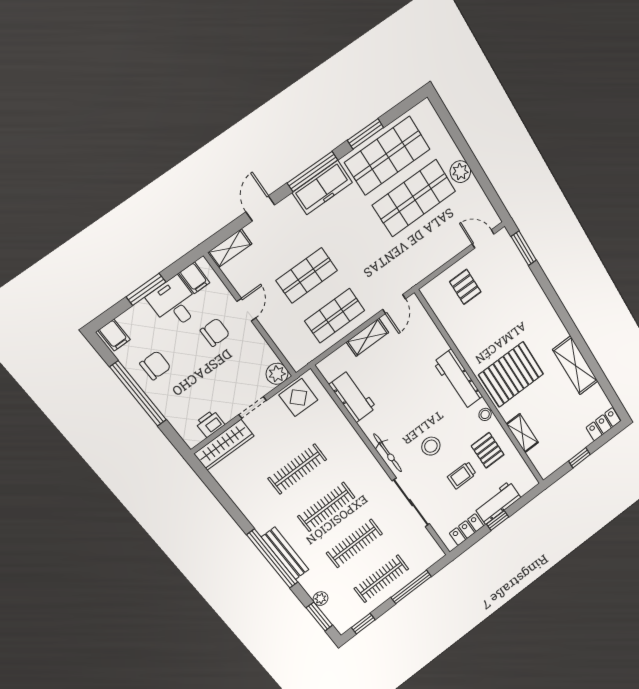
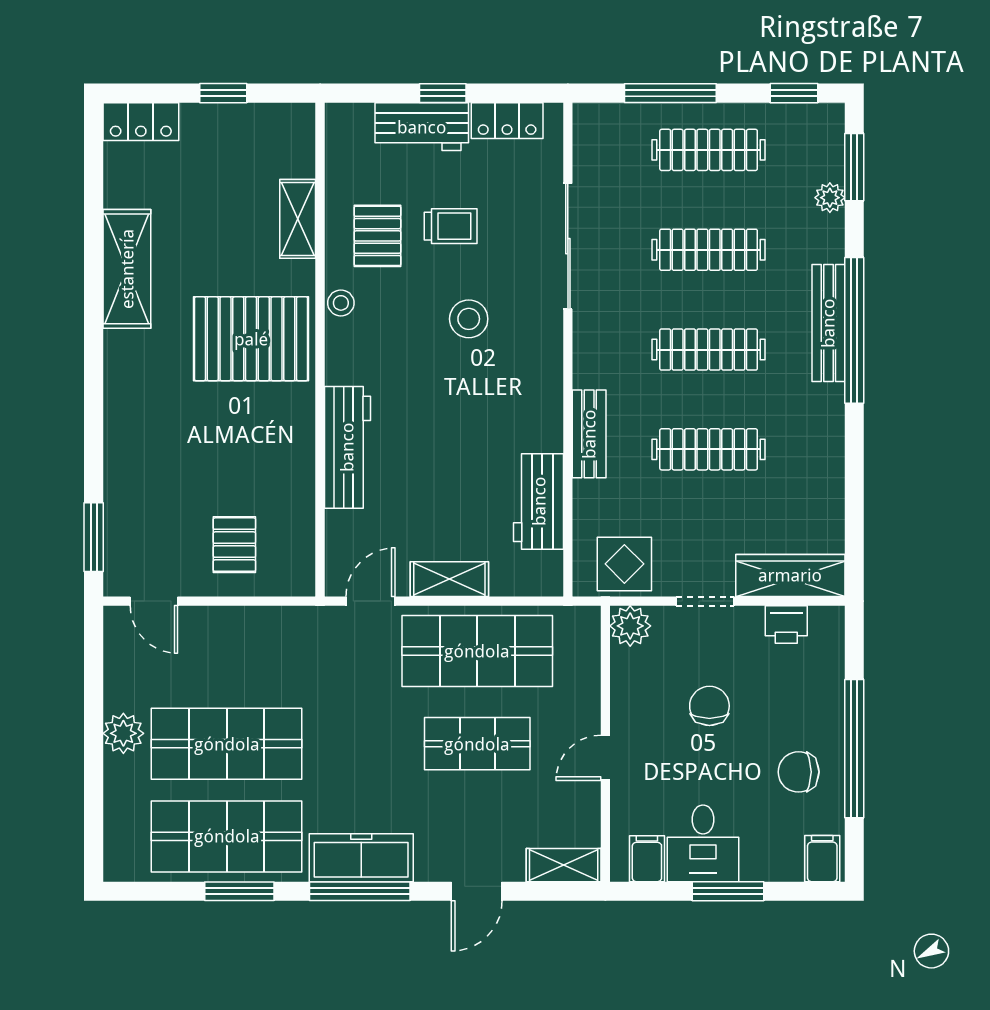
shop shelf: (335, 316) -> (477, 651), width x1.43, depth x1.36
chair: (215, 332) -> (709, 706), moved, turned 90
workbench: (458, 379) -> (347, 447), moved
bench: (351, 438) -> (589, 434), added
bicycle: (388, 453) -> (547, 363), removed

